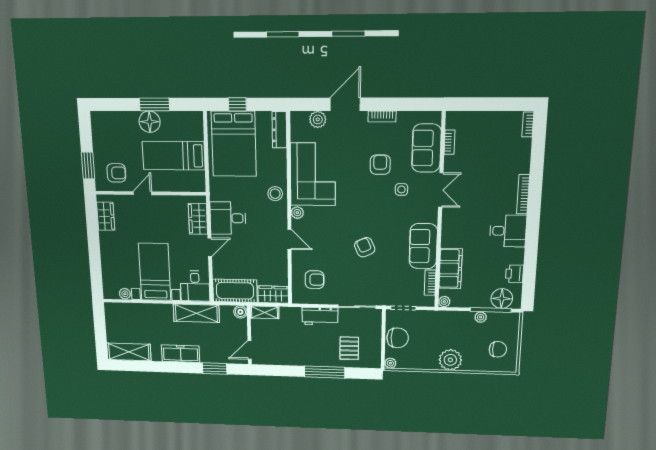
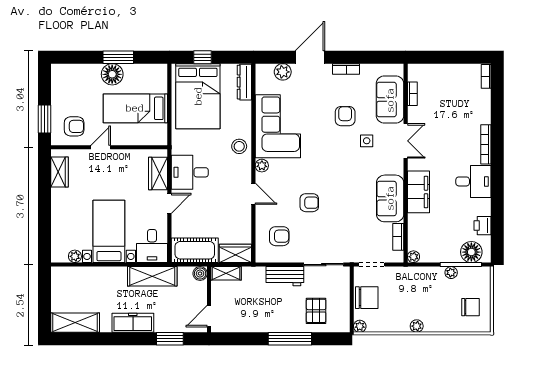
armchair: (365, 247) -> (309, 203), moved, turned 114
filing cabinet: (451, 269) -> (418, 192), moved
plant: (450, 360) -> (417, 326), width x0.53, depth x0.53

